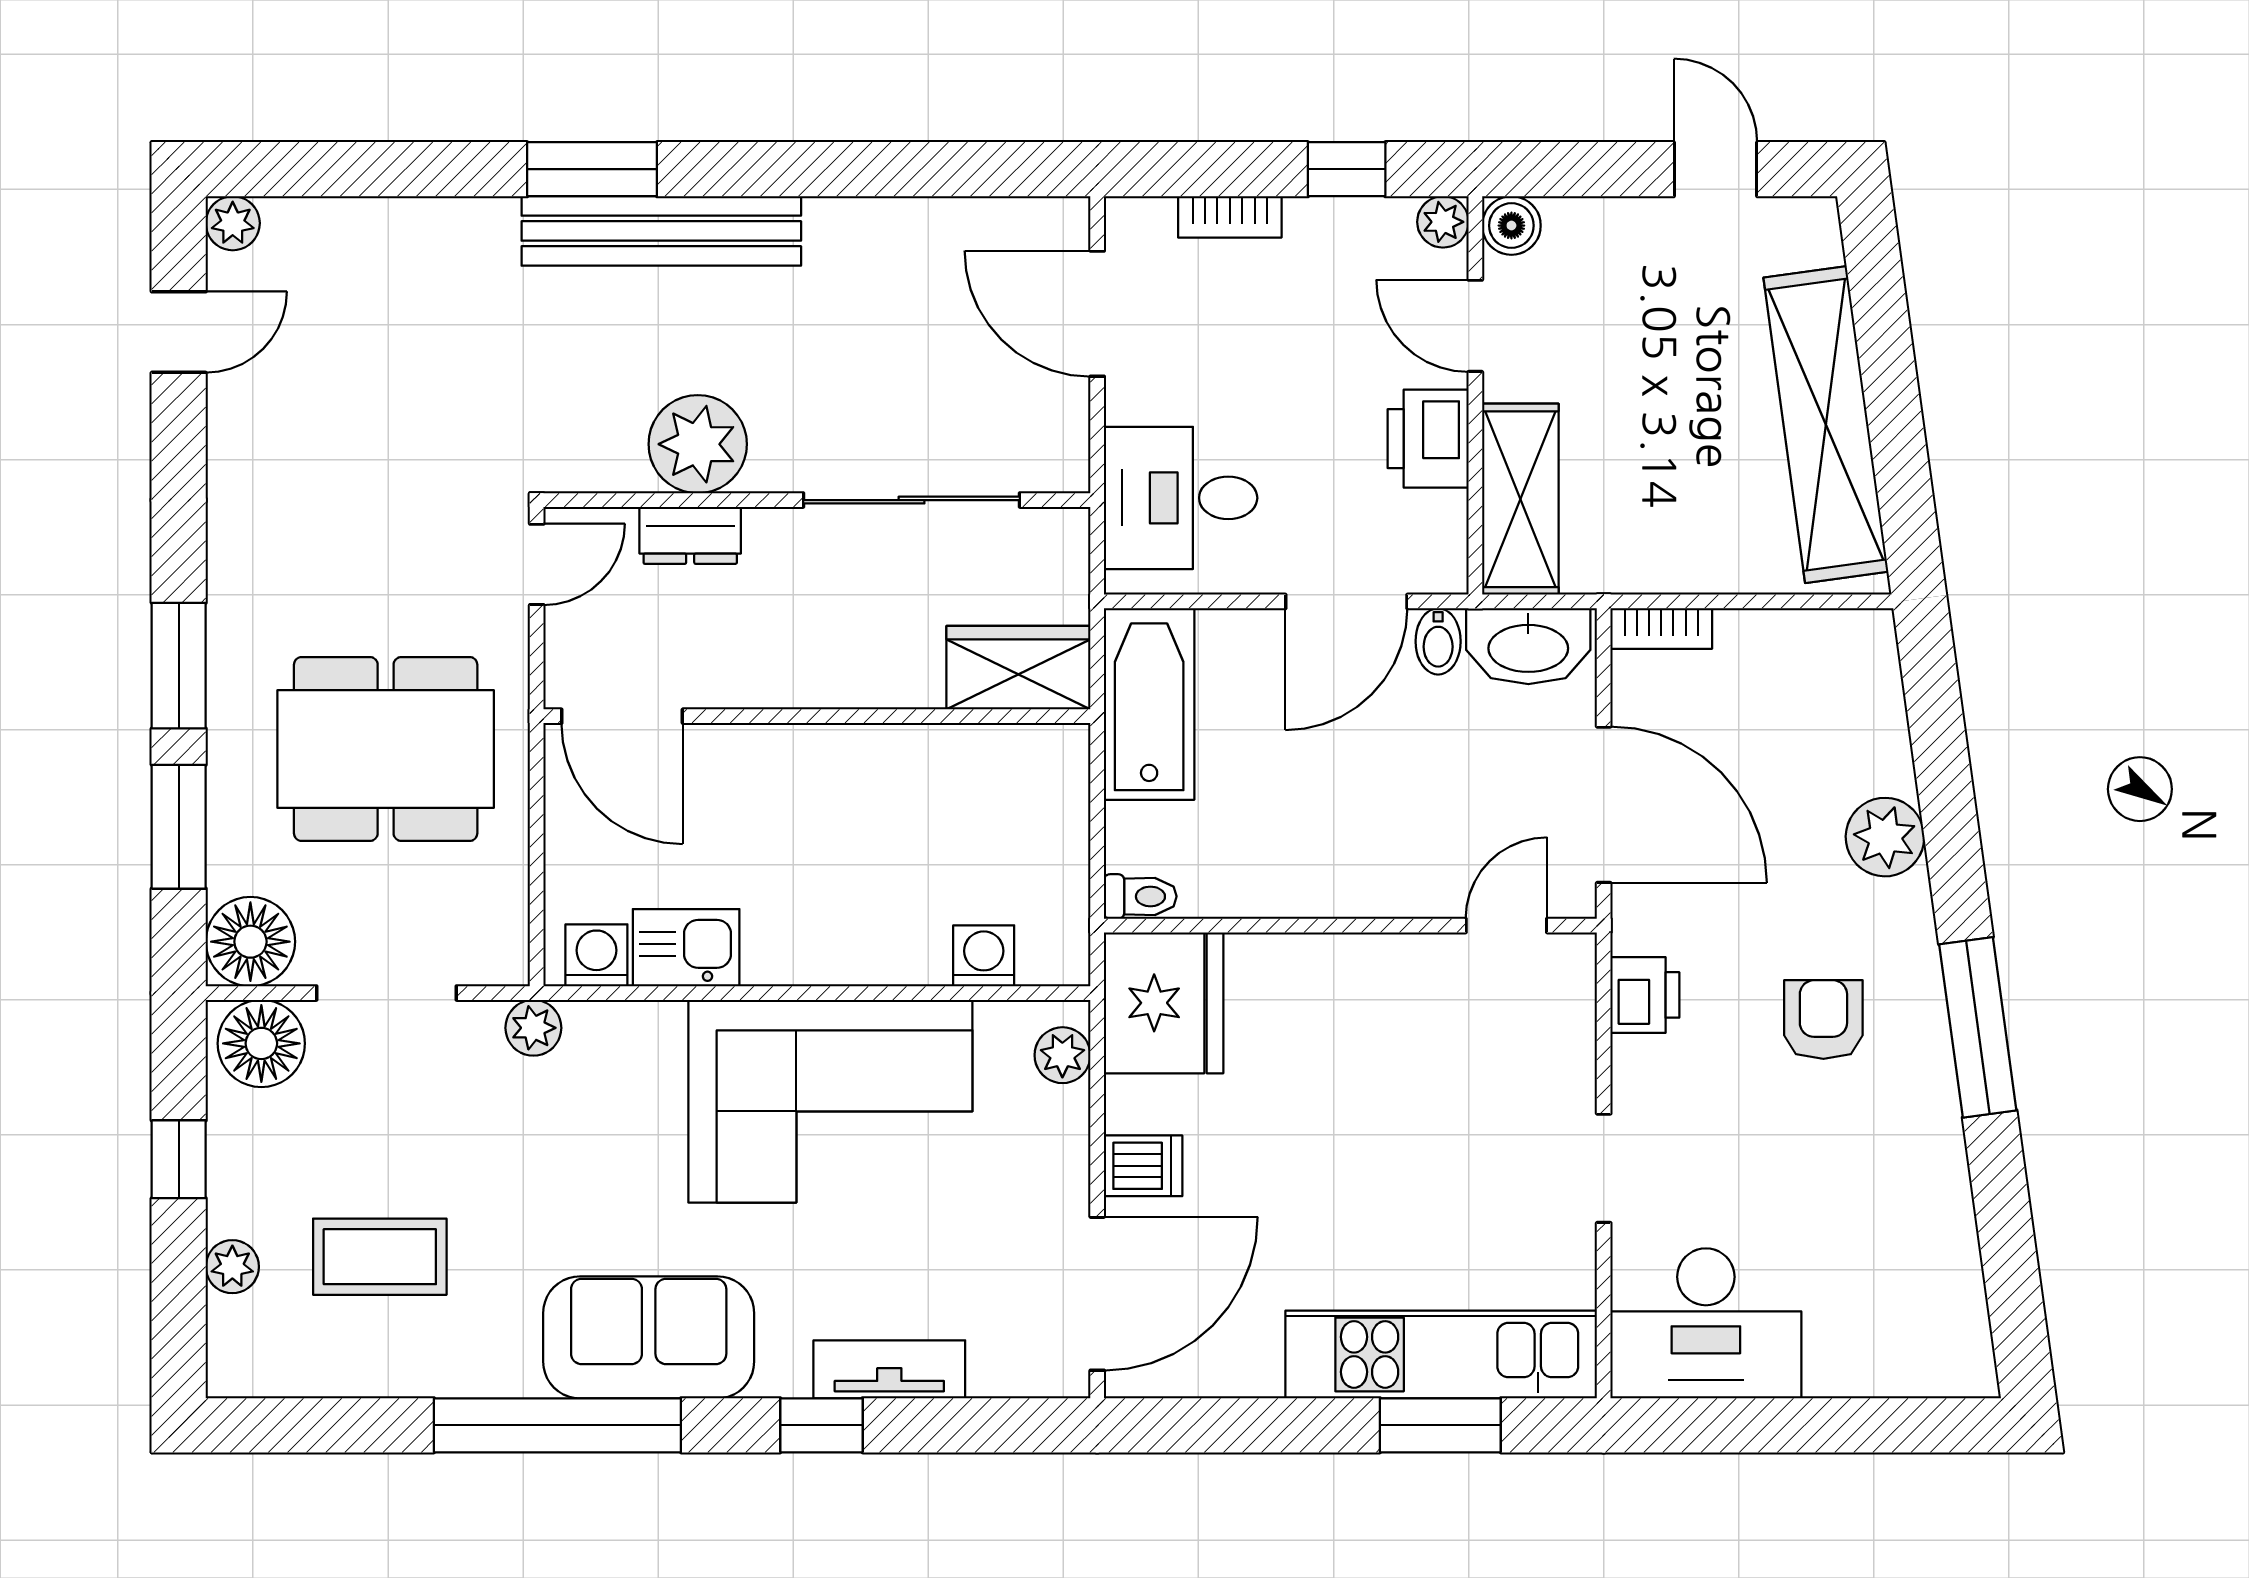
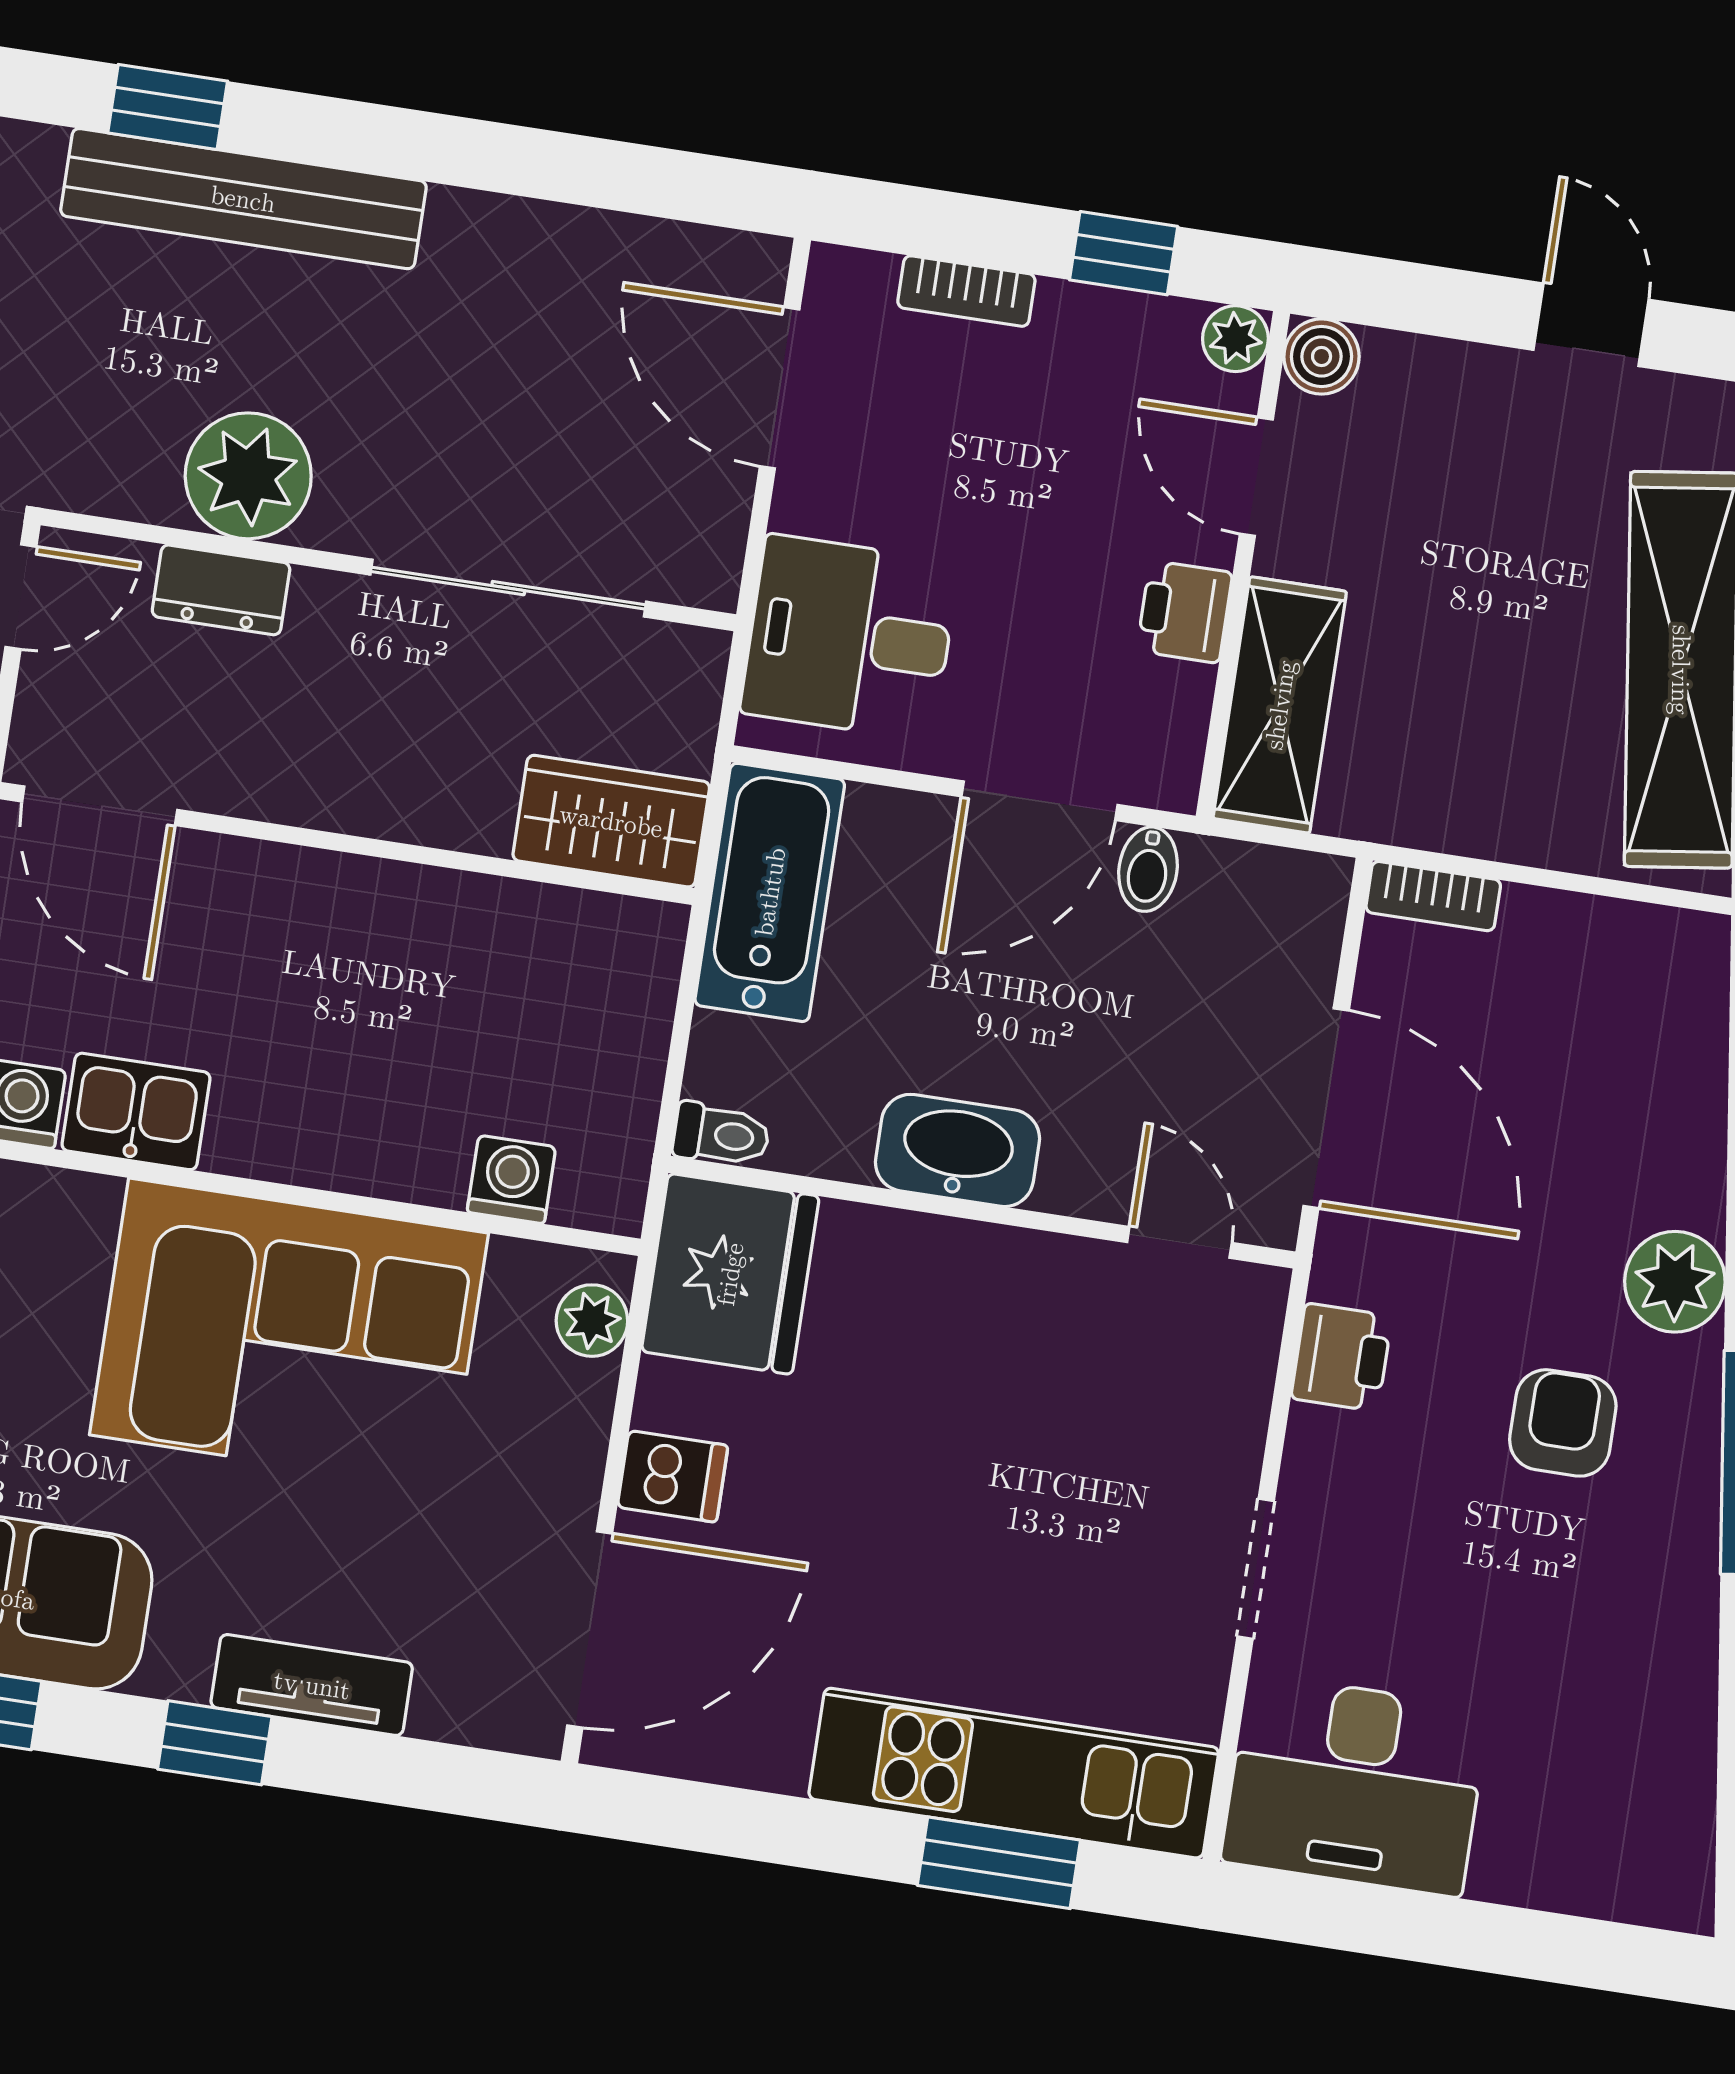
window: (592, 169) -> (168, 107), width x0.67
printer: (1428, 439) -> (1185, 612), width x0.73, depth x0.81
washbasin: (1528, 646) -> (957, 1150), moved, turned 180
plant: (1885, 837) -> (1675, 1282), moved
door: (1506, 926) -> (1179, 1242), hinge flipped

